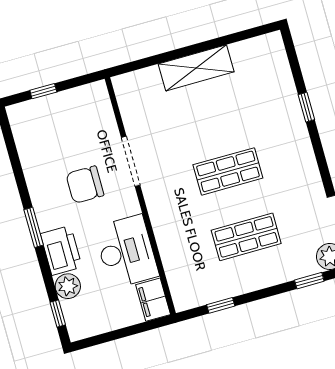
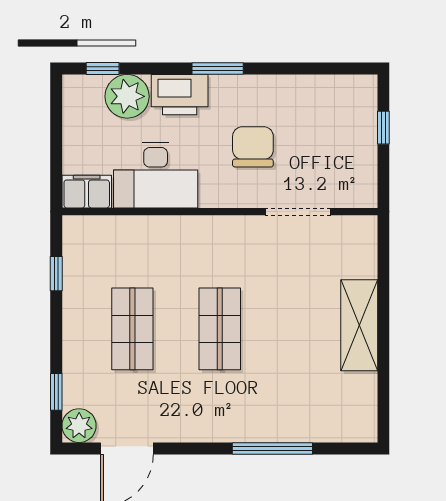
window: (306, 107) -> (272, 448), width x2.17
doorway: (131, 161) -> (298, 212), moved
plant: (68, 286) -> (127, 96), width x1.36, depth x1.36

